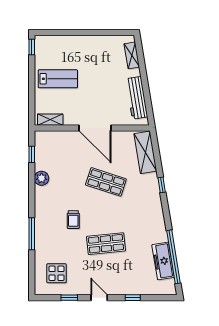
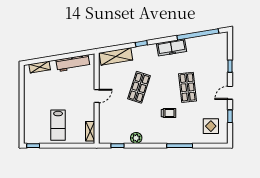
lab bench: (58, 79) -> (58, 125), turned 180
door: (95, 128) -> (97, 96), width x0.53
freezer: (163, 261) -> (172, 47), moved

